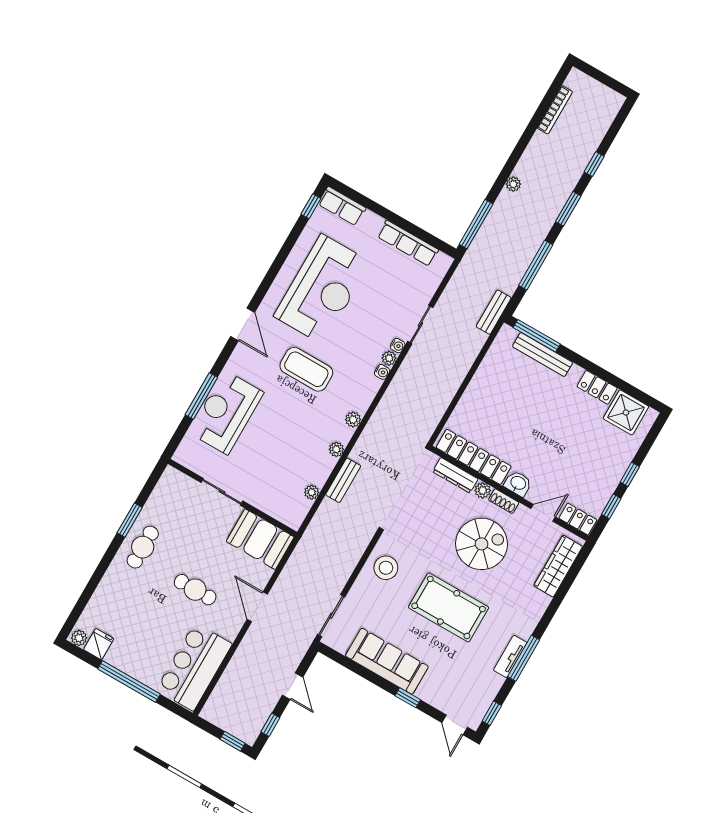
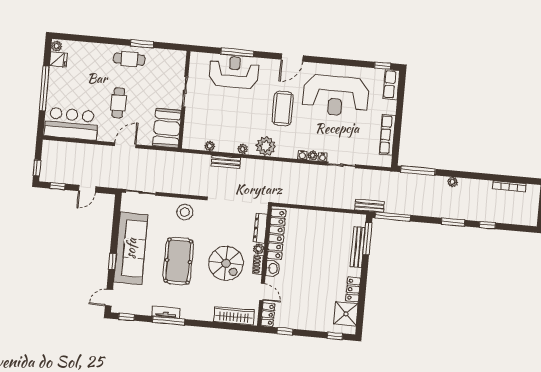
window: (536, 265) -> (393, 217), moved
plant: (353, 420) -> (266, 146), width x1.87, depth x1.87
window: (630, 474) -> (335, 336), moved
sofa: (387, 661) -> (131, 248), width x1.36, depth x1.27

